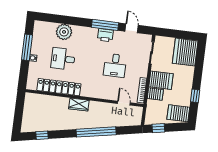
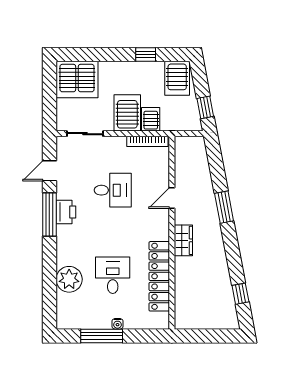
desk: (63, 59) -> (113, 275), turned 180
door: (124, 103) -> (172, 198), moved
window: (96, 132) -> (224, 207), width x0.47

